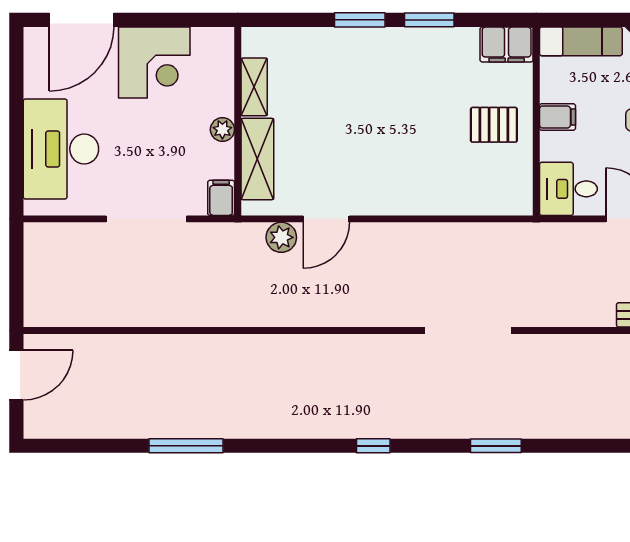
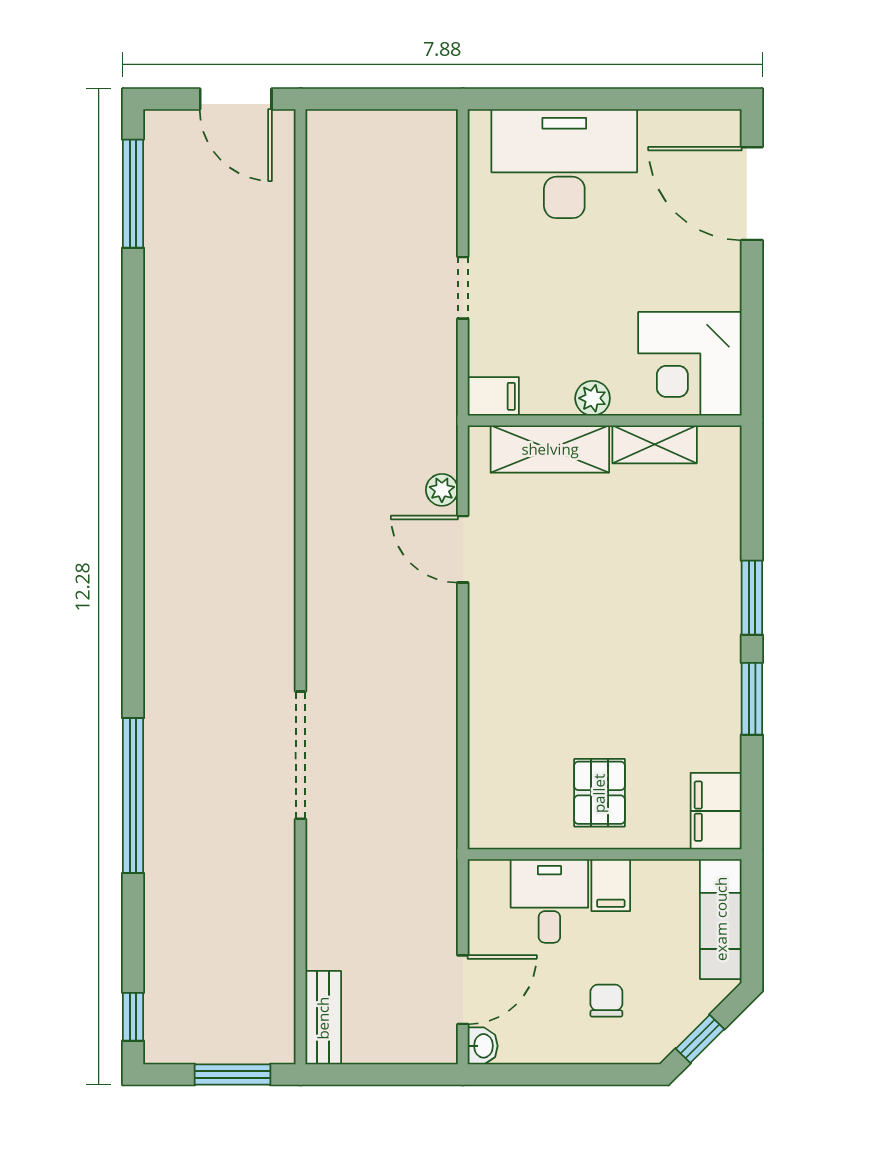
corner desk: (154, 63) -> (690, 364), moved
desk: (568, 189) -> (549, 901), moved
doorway: (146, 219) -> (463, 288), width x0.53
plant: (281, 237) -> (442, 490), width x0.73, depth x0.73
window: (186, 446) -> (133, 194), moved
window: (373, 446) -> (133, 617), removed
window: (496, 446) -> (133, 796), width x2.11

